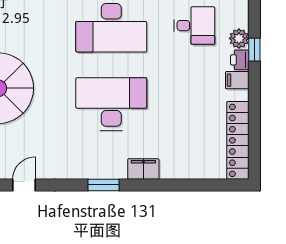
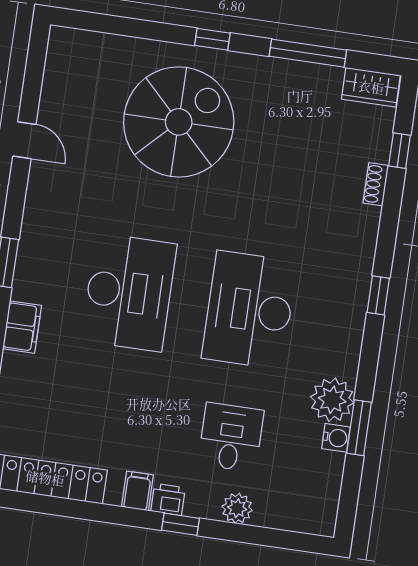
desk: (194, 26) -> (231, 437), turned 180
plant: (239, 38) -> (237, 508), moved

